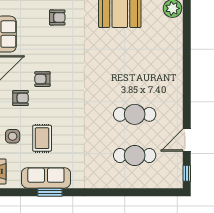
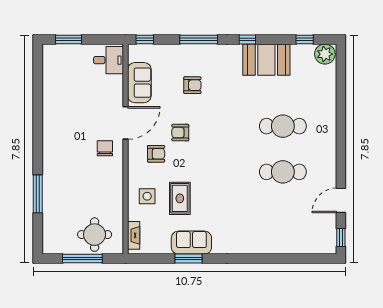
armchair: (57, 17) -> (192, 85), moved
cafe table: (135, 155) -> (283, 126), moved
sofa: (46, 178) -> (191, 243), width x0.73

